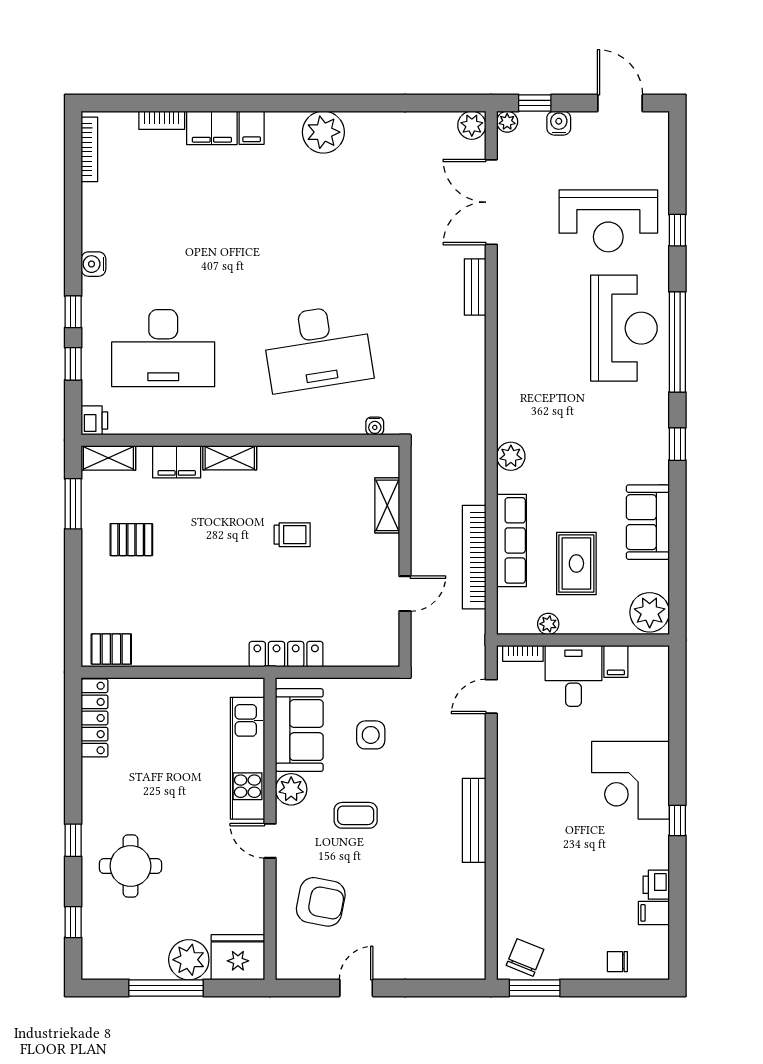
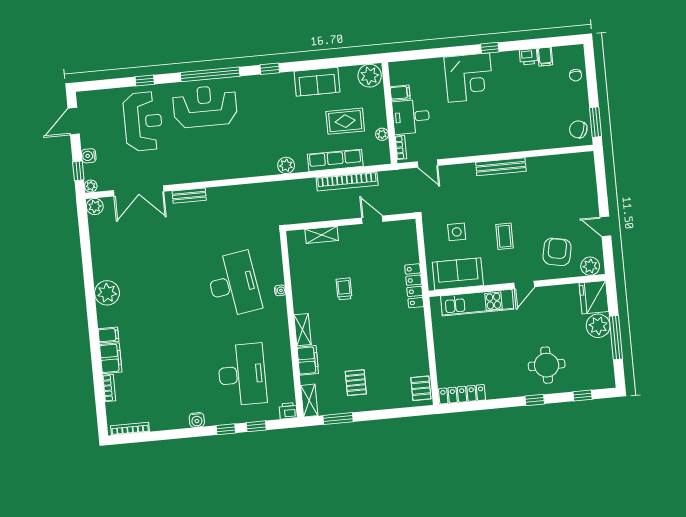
water cooler: (375, 426) -> (280, 290), moved
plant: (291, 789) -> (590, 266), moved

